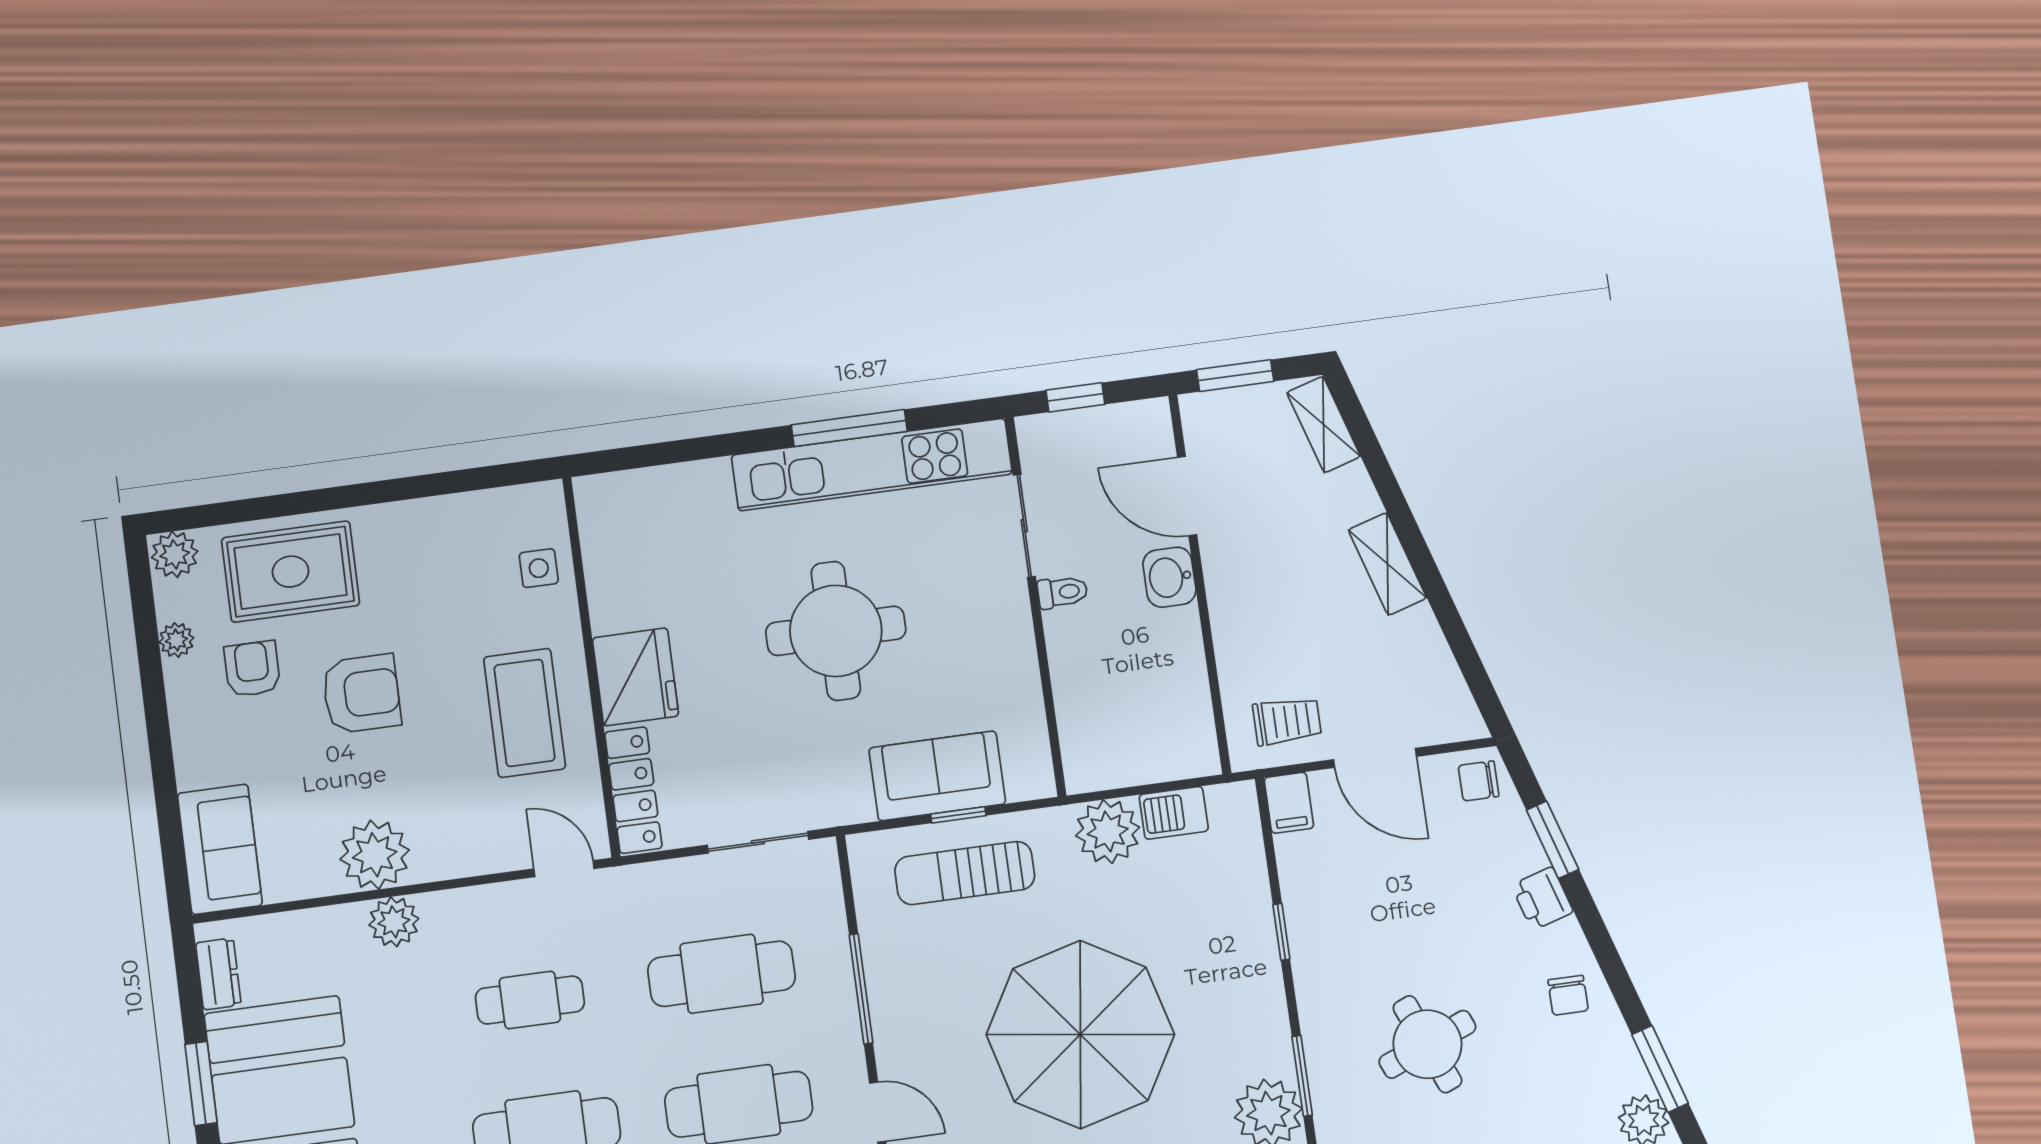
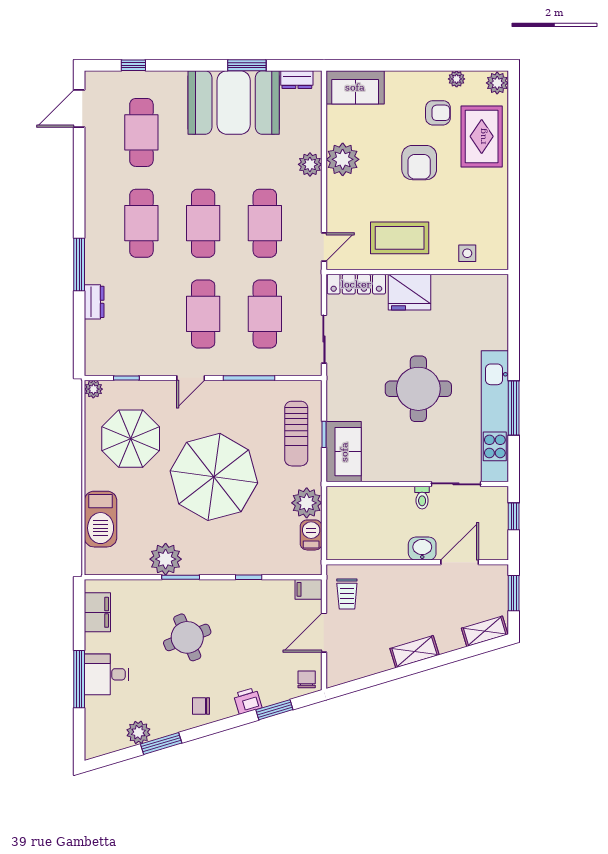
sofa: (937, 776) -> (344, 452), moved
sun lounger: (965, 873) -> (296, 434), turned 180
cafe table: (530, 1000) -> (265, 223), width x1.37, depth x1.35

